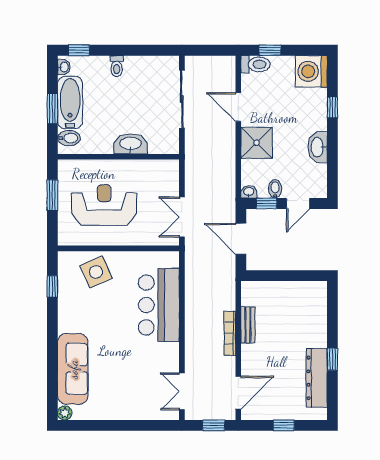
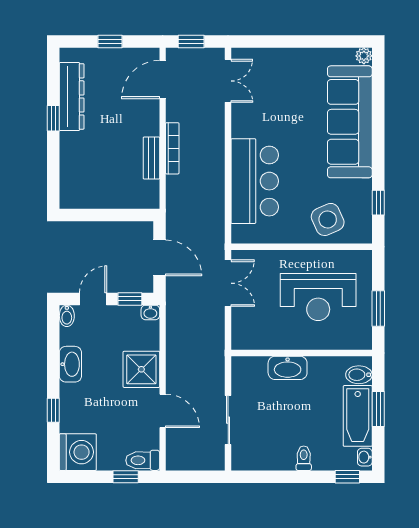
sliding door: (182, 99) -> (228, 420), width x0.73
bidet: (275, 189) -> (67, 316), moved
sofa: (73, 369) -> (350, 122), width x1.36, depth x1.27

